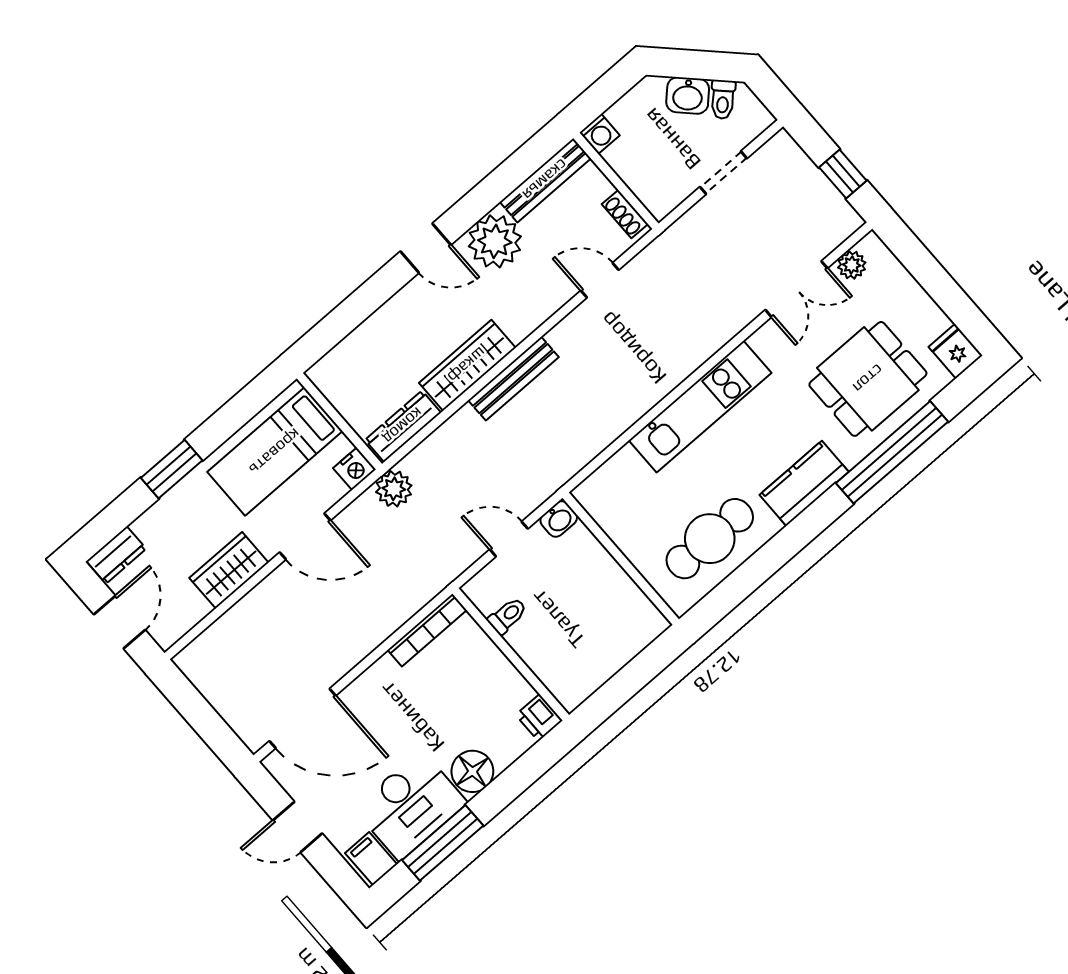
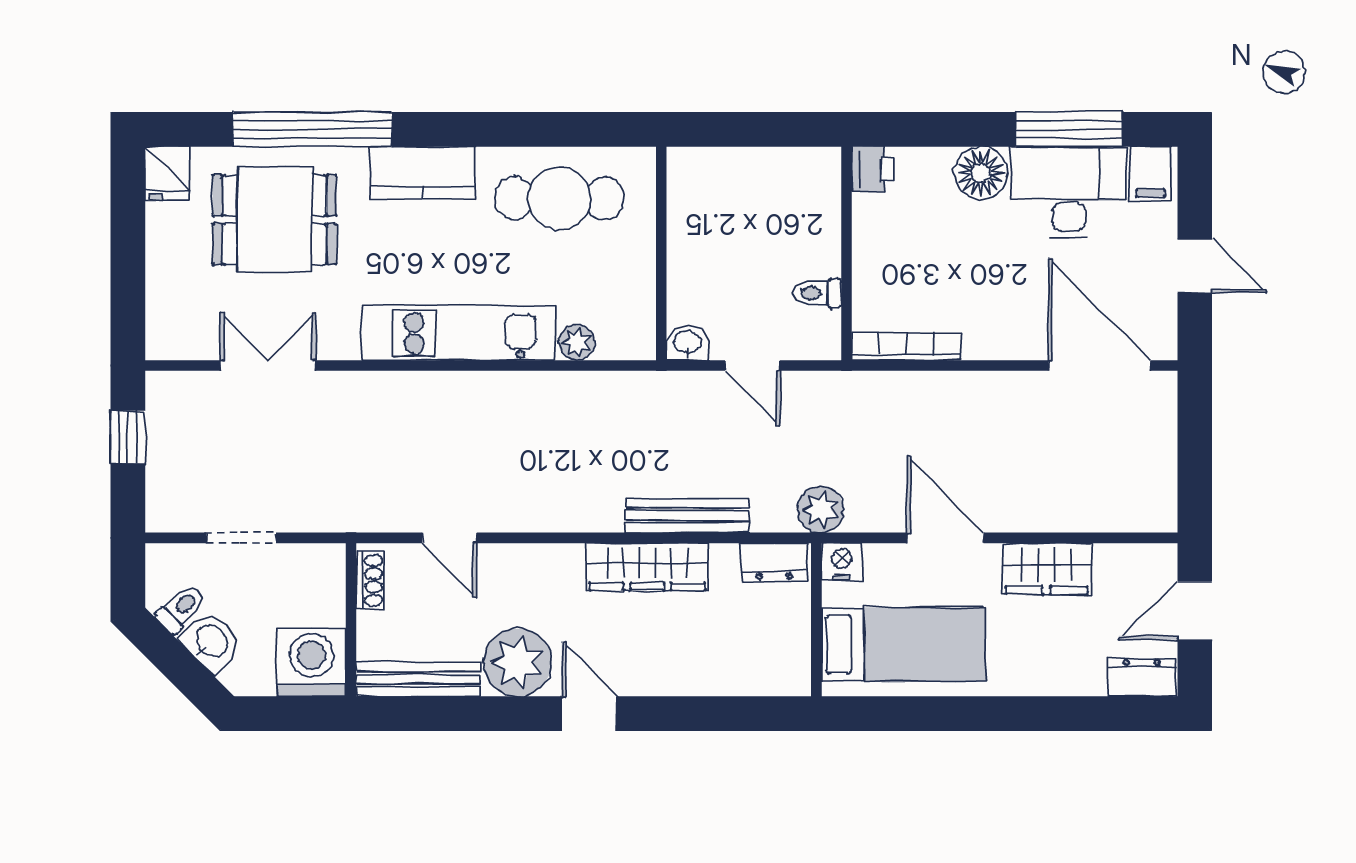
washing machine: (600, 134) -> (311, 662), width x1.89, depth x1.89
plant: (852, 265) -> (577, 342), moved
bench: (513, 379) -> (687, 515), moved
dresser: (403, 426) -> (774, 562), width x0.70
window: (172, 469) -> (1017, 714), removed

